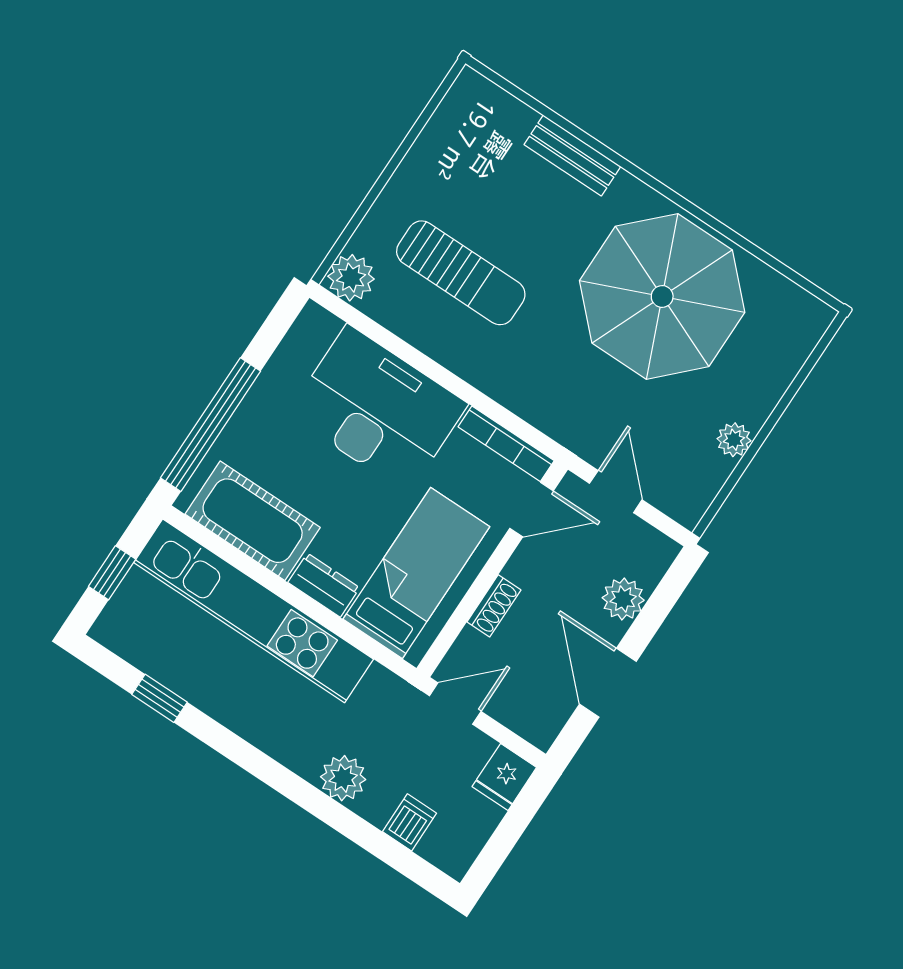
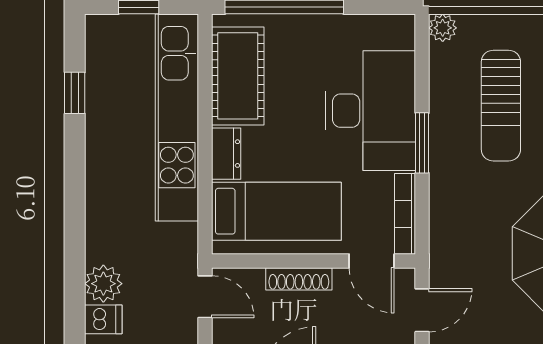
plant: (351, 278) -> (443, 28), width x0.73, depth x0.73
window: (445, 378) -> (422, 143), added
shoe rack: (494, 606) -> (299, 279), width x1.43
plant: (343, 778) -> (103, 284), moved

